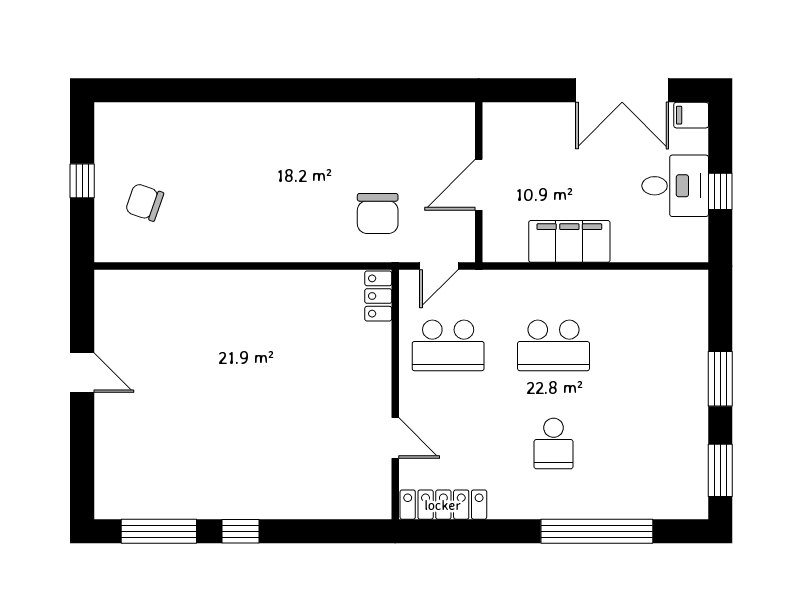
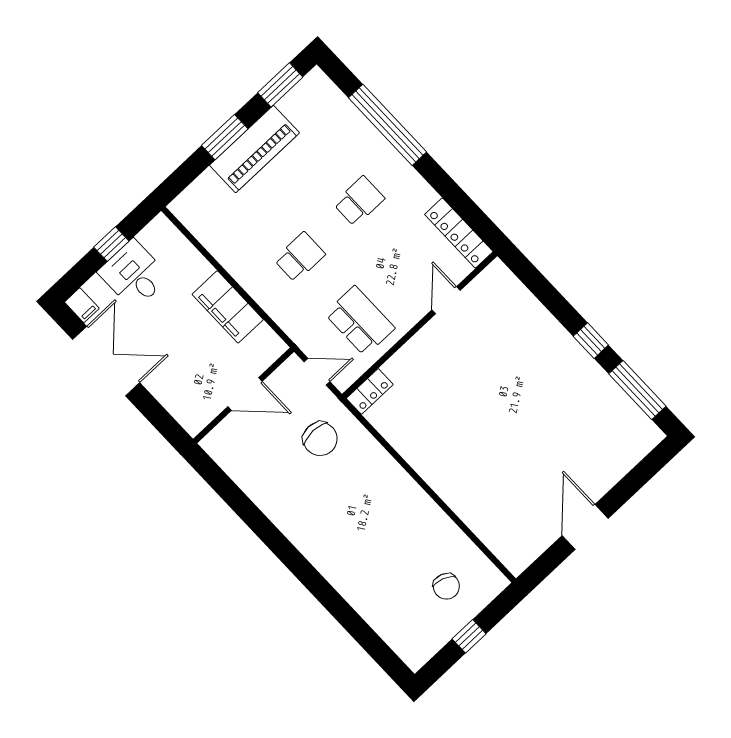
chair: (378, 213) -> (320, 439), turned 90
school desk: (554, 345) -> (300, 257), width x0.54
door: (82, 373) -> (585, 527), width x1.38
piano: (685, 395) -> (255, 149), added

